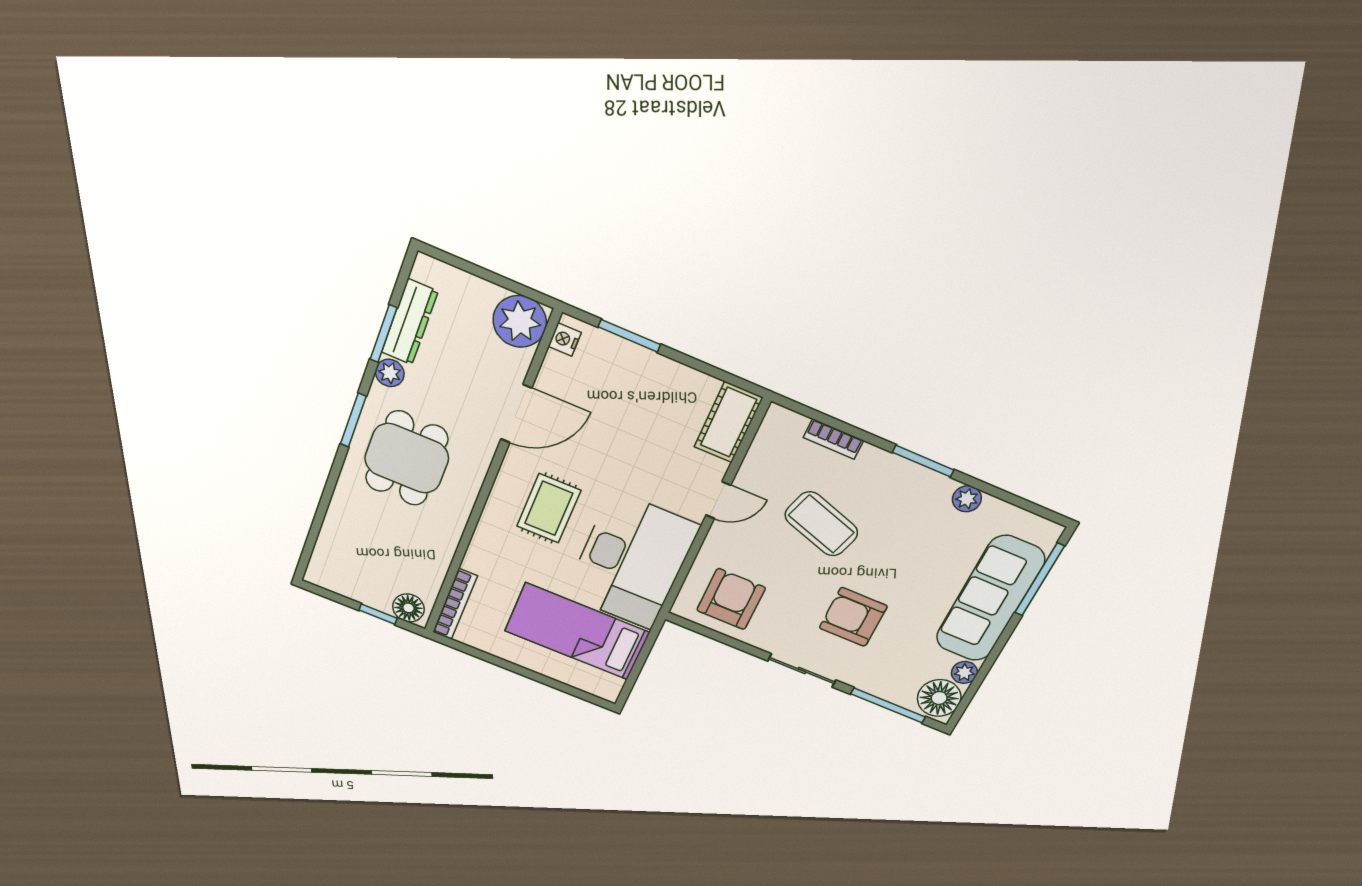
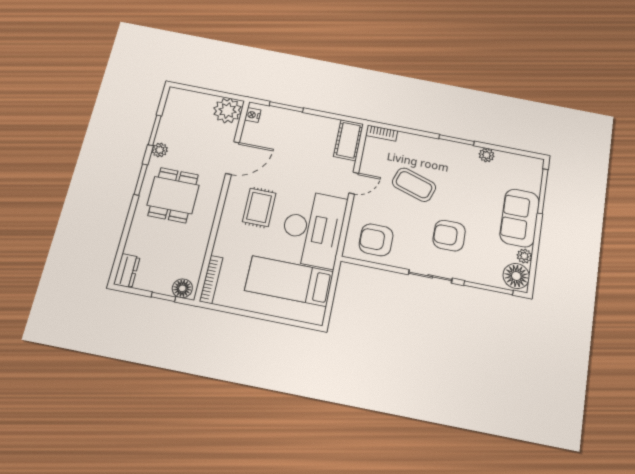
dresser: (410, 322) -> (127, 271), moved, width x0.70
bookcase: (833, 439) -> (382, 133), moved
armchair: (731, 599) -> (376, 240), turned -90
sofa: (990, 599) -> (520, 218), width x0.73

